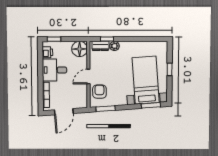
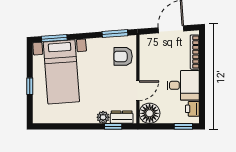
door: (88, 77) -> (138, 91), moved
armchair: (99, 92) -> (123, 56), turned 90

